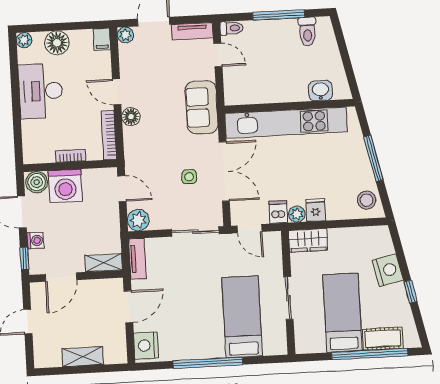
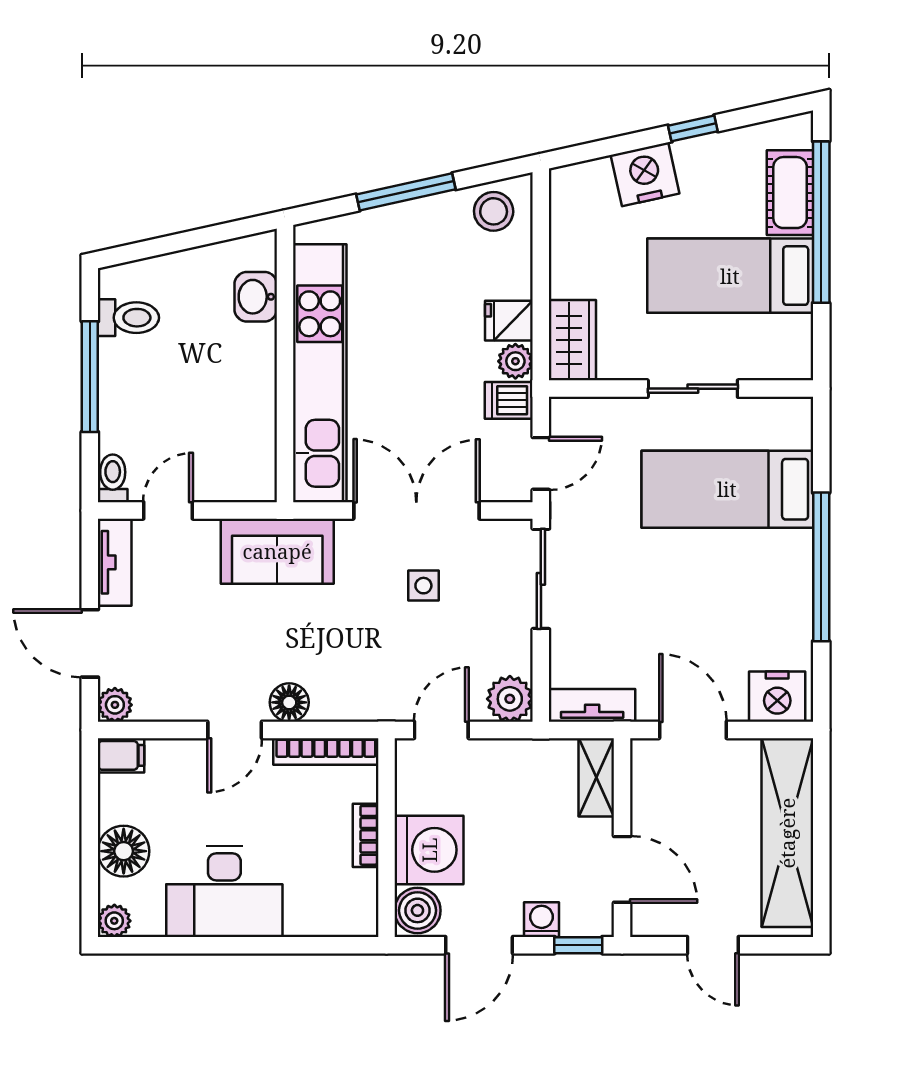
shelving: (83, 357) -> (787, 833), width x2.20, depth x1.33

